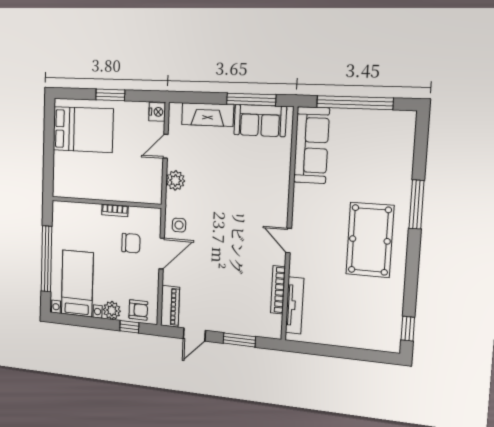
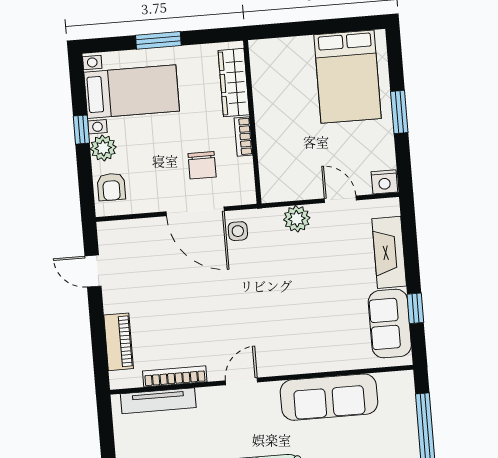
window: (251, 99) -> (415, 308), width x0.46
sofa: (311, 145) -> (329, 397), moved
wardrobe: (79, 211) -> (234, 83), added
door: (162, 254) -> (195, 211), width x1.36
window: (46, 259) -> (158, 40), width x0.47
piano: (170, 306) -> (119, 342), moved, turned -90
window: (129, 327) -> (81, 130), moved
window: (239, 340) -> (98, 334), removed

